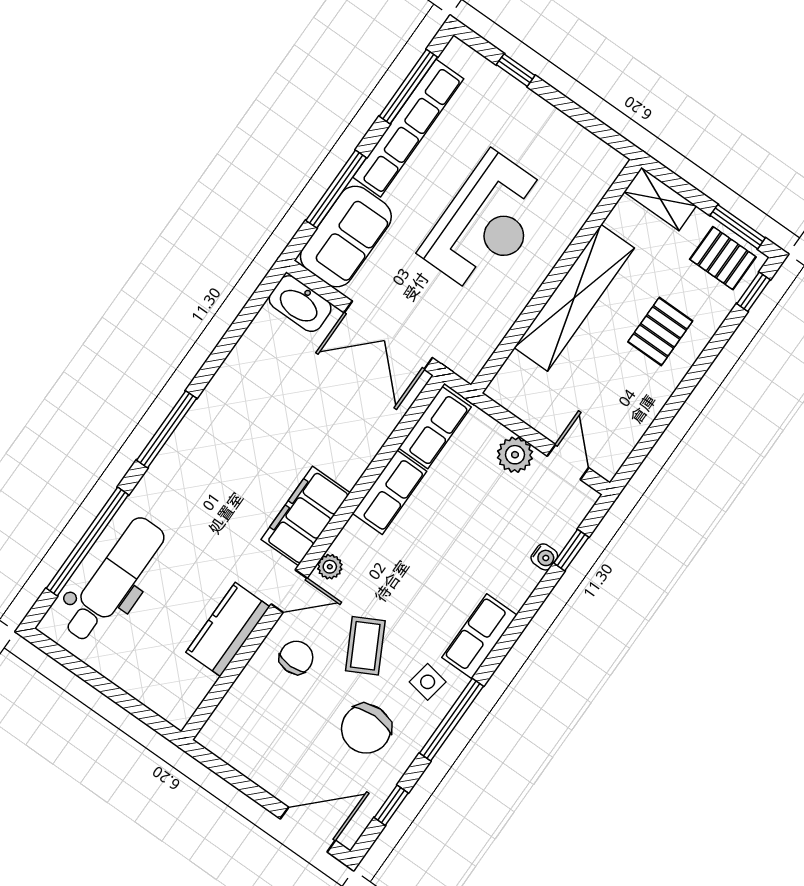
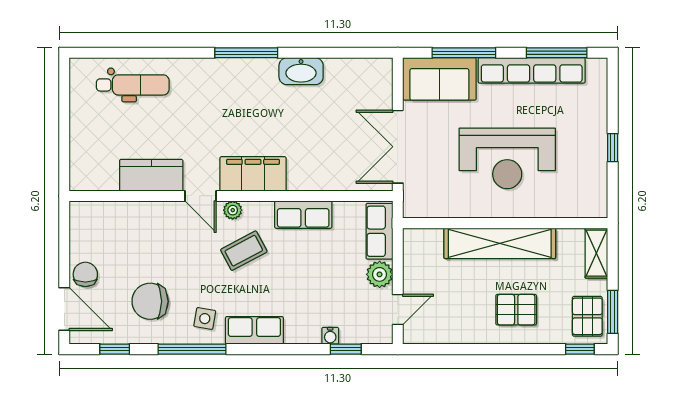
window: (516, 70) -> (613, 148), moved
washbasin: (300, 304) -> (301, 71), moved, turned -90
row of seats: (435, 428) -> (379, 231), moved, turned 90
window: (87, 542) -> (144, 53), removed
dental chair: (114, 580) -> (133, 85), width x0.73, depth x0.72
coffee table: (365, 646) -> (244, 251), moved
chair: (296, 658) -> (85, 274), moved, turned -90

